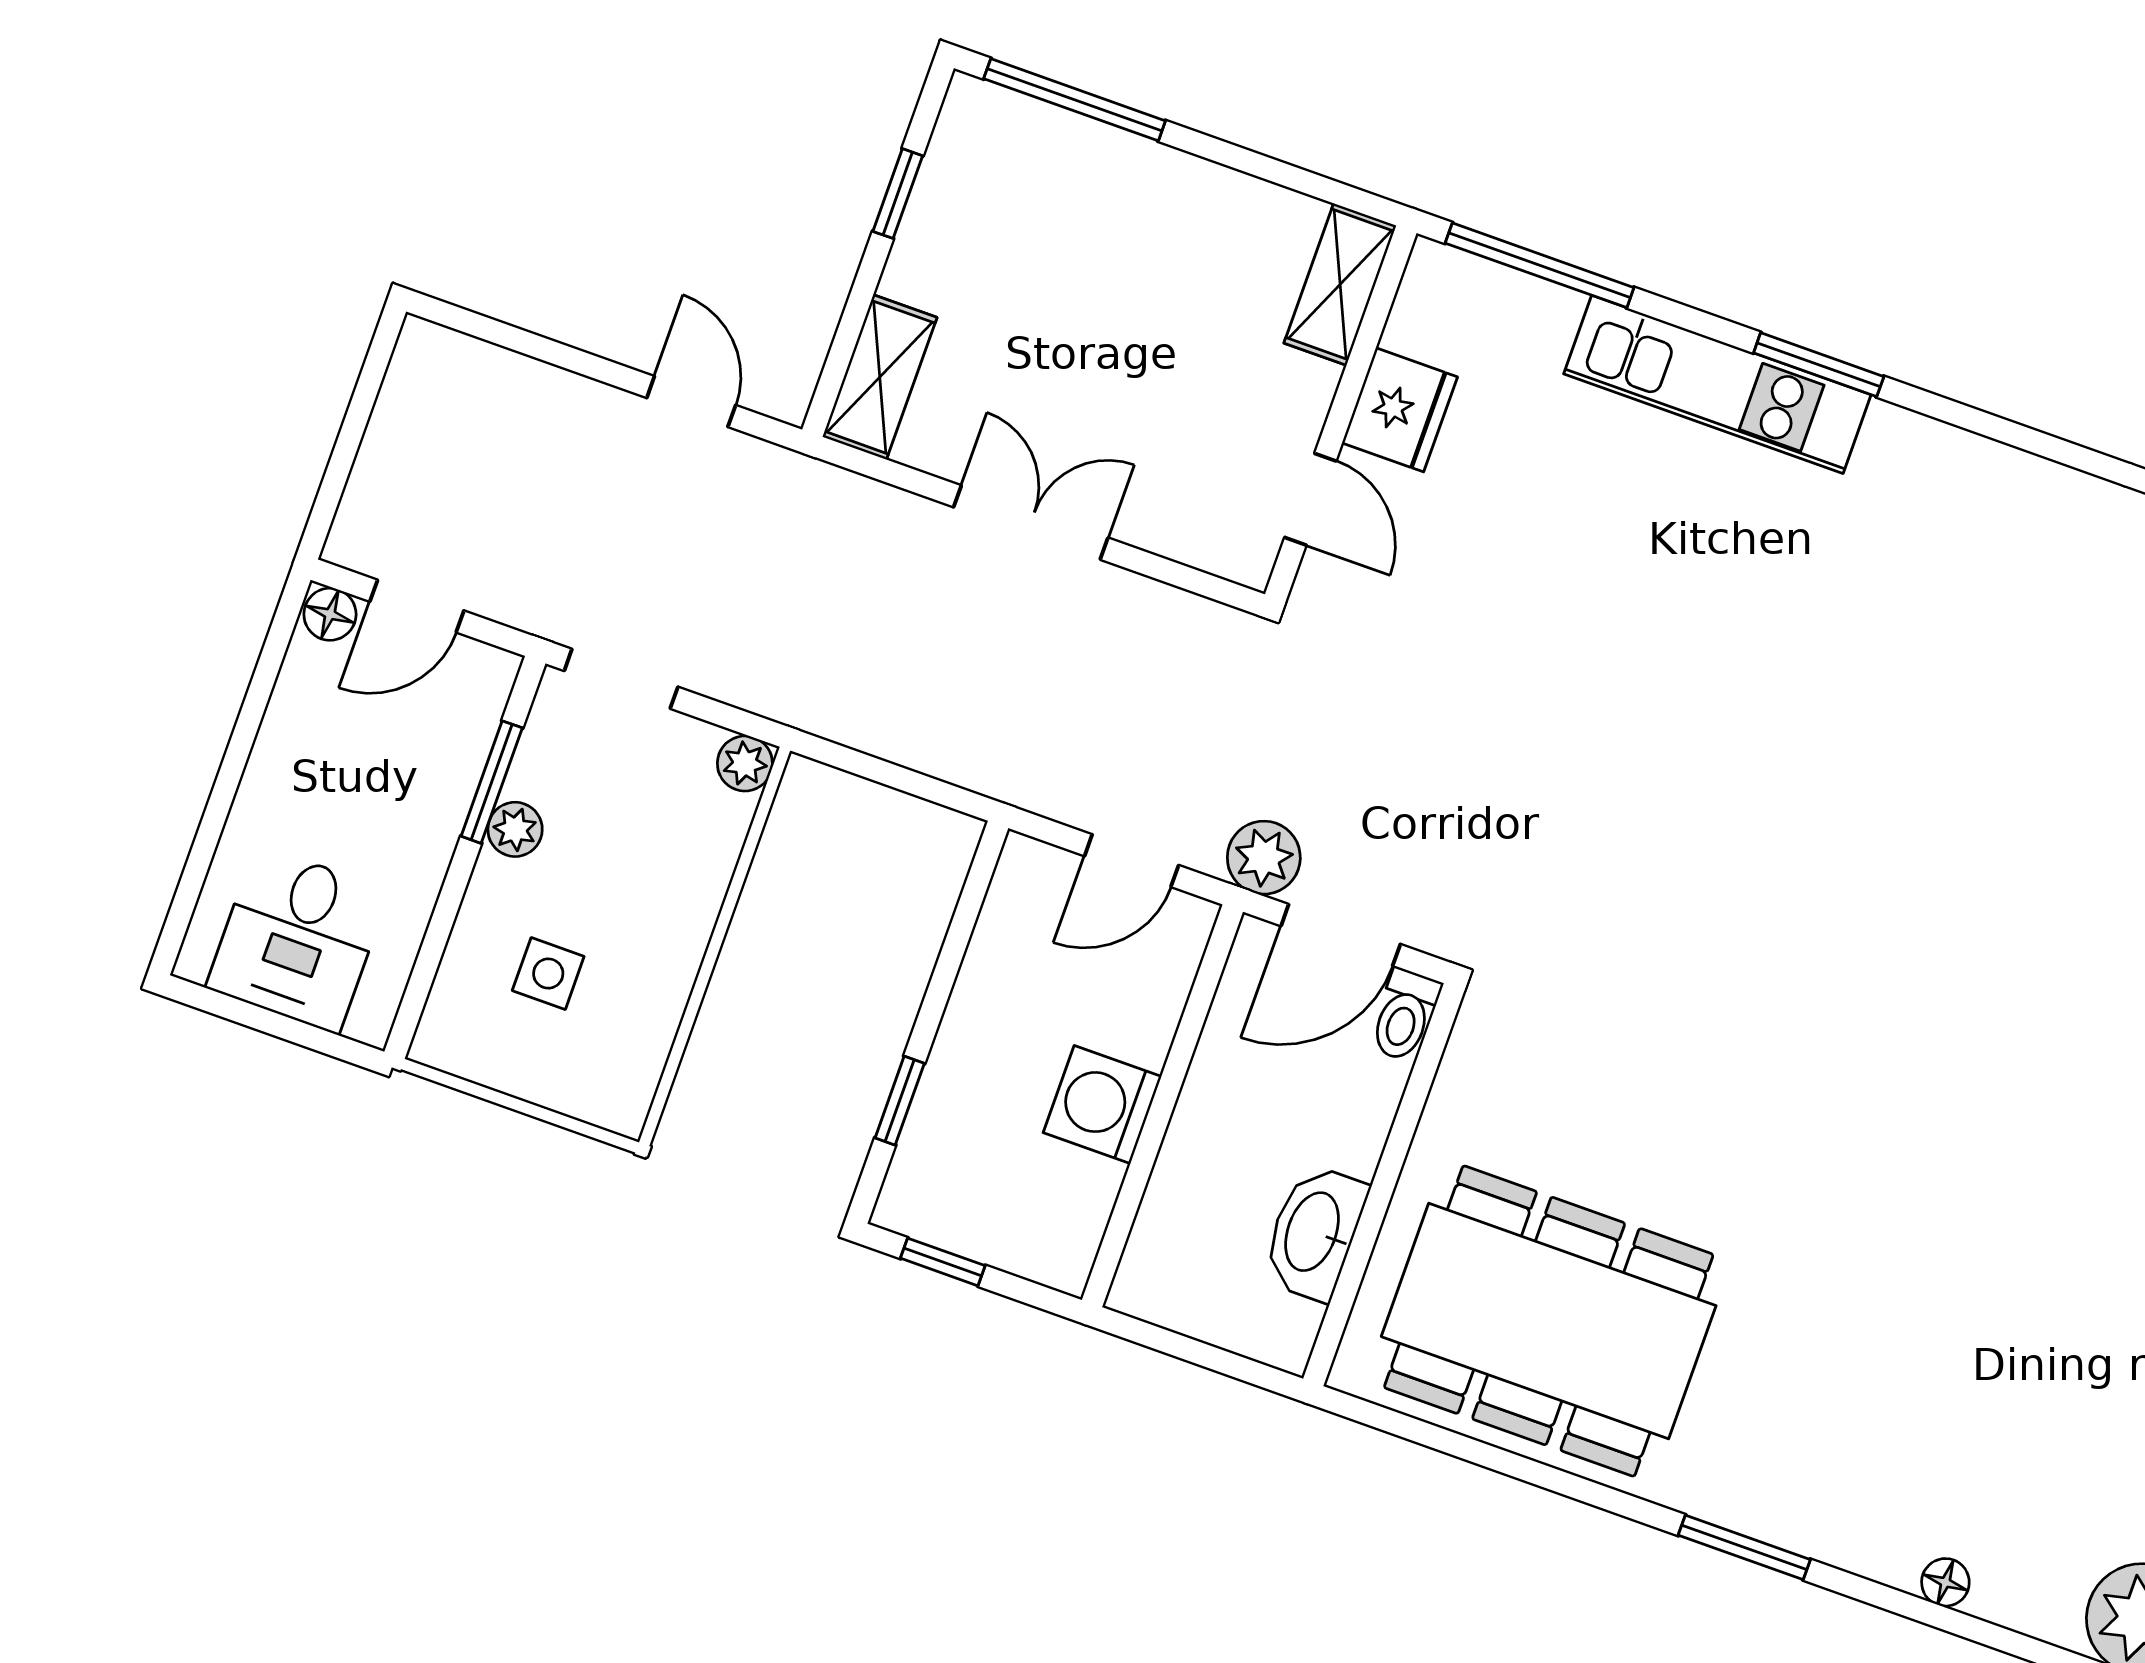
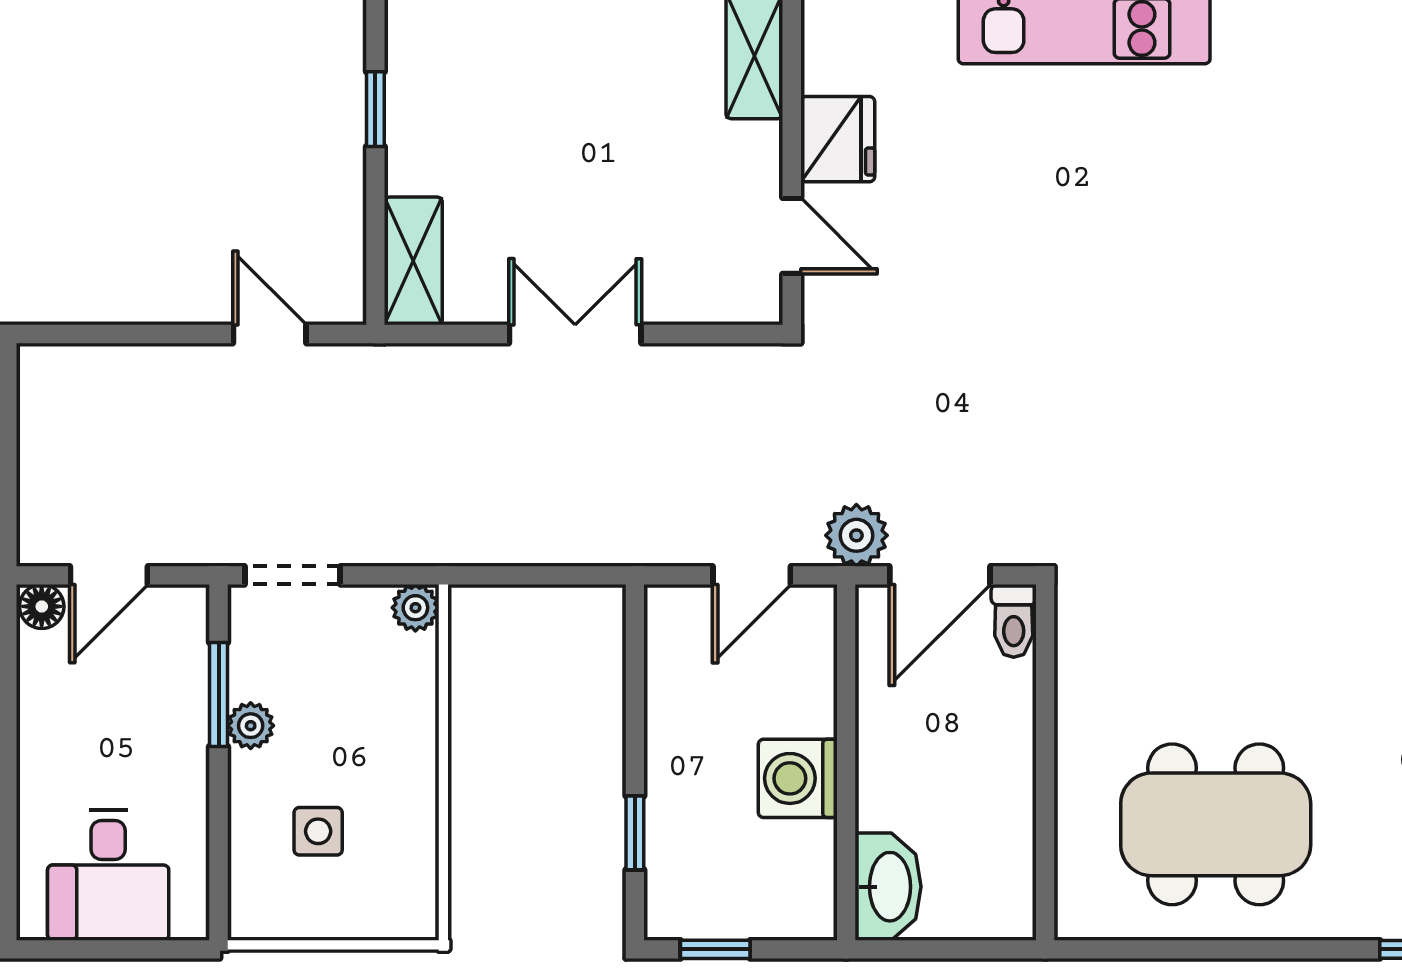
washbasin: (1314, 1232) -> (888, 887), moved, turned 180
dining table: (1549, 1321) -> (1216, 824), width x0.73, depth x0.80

